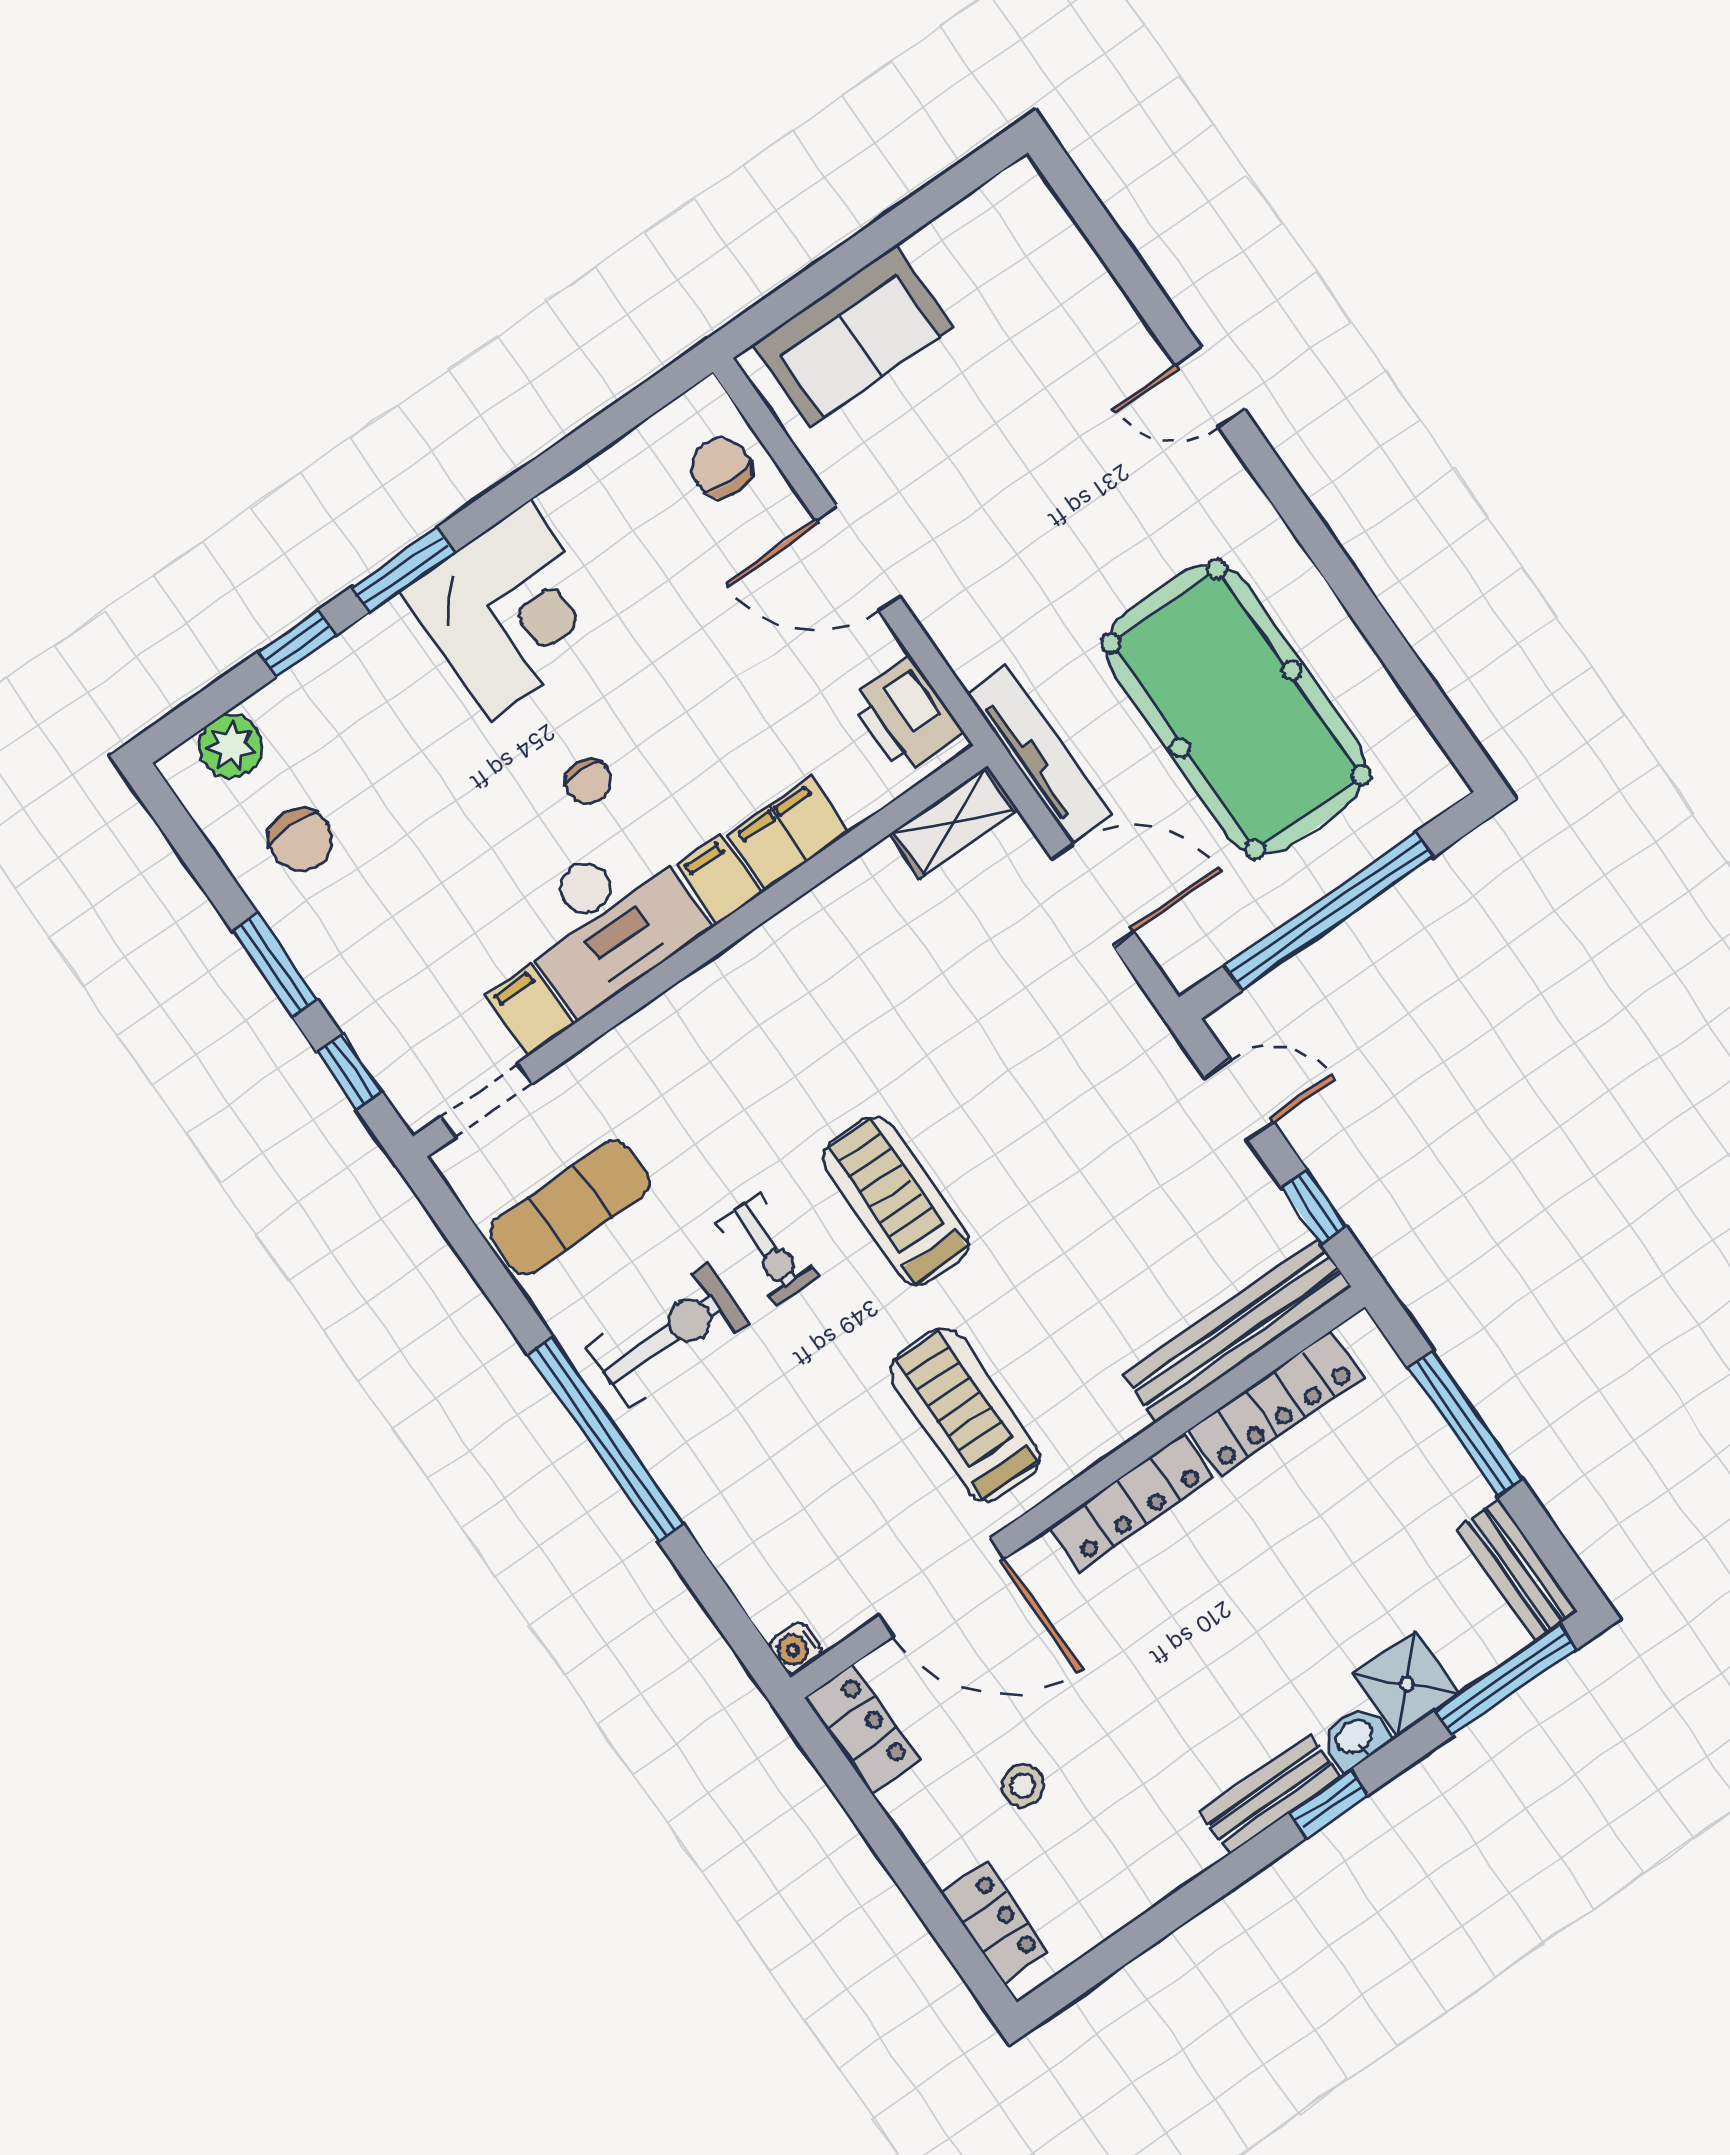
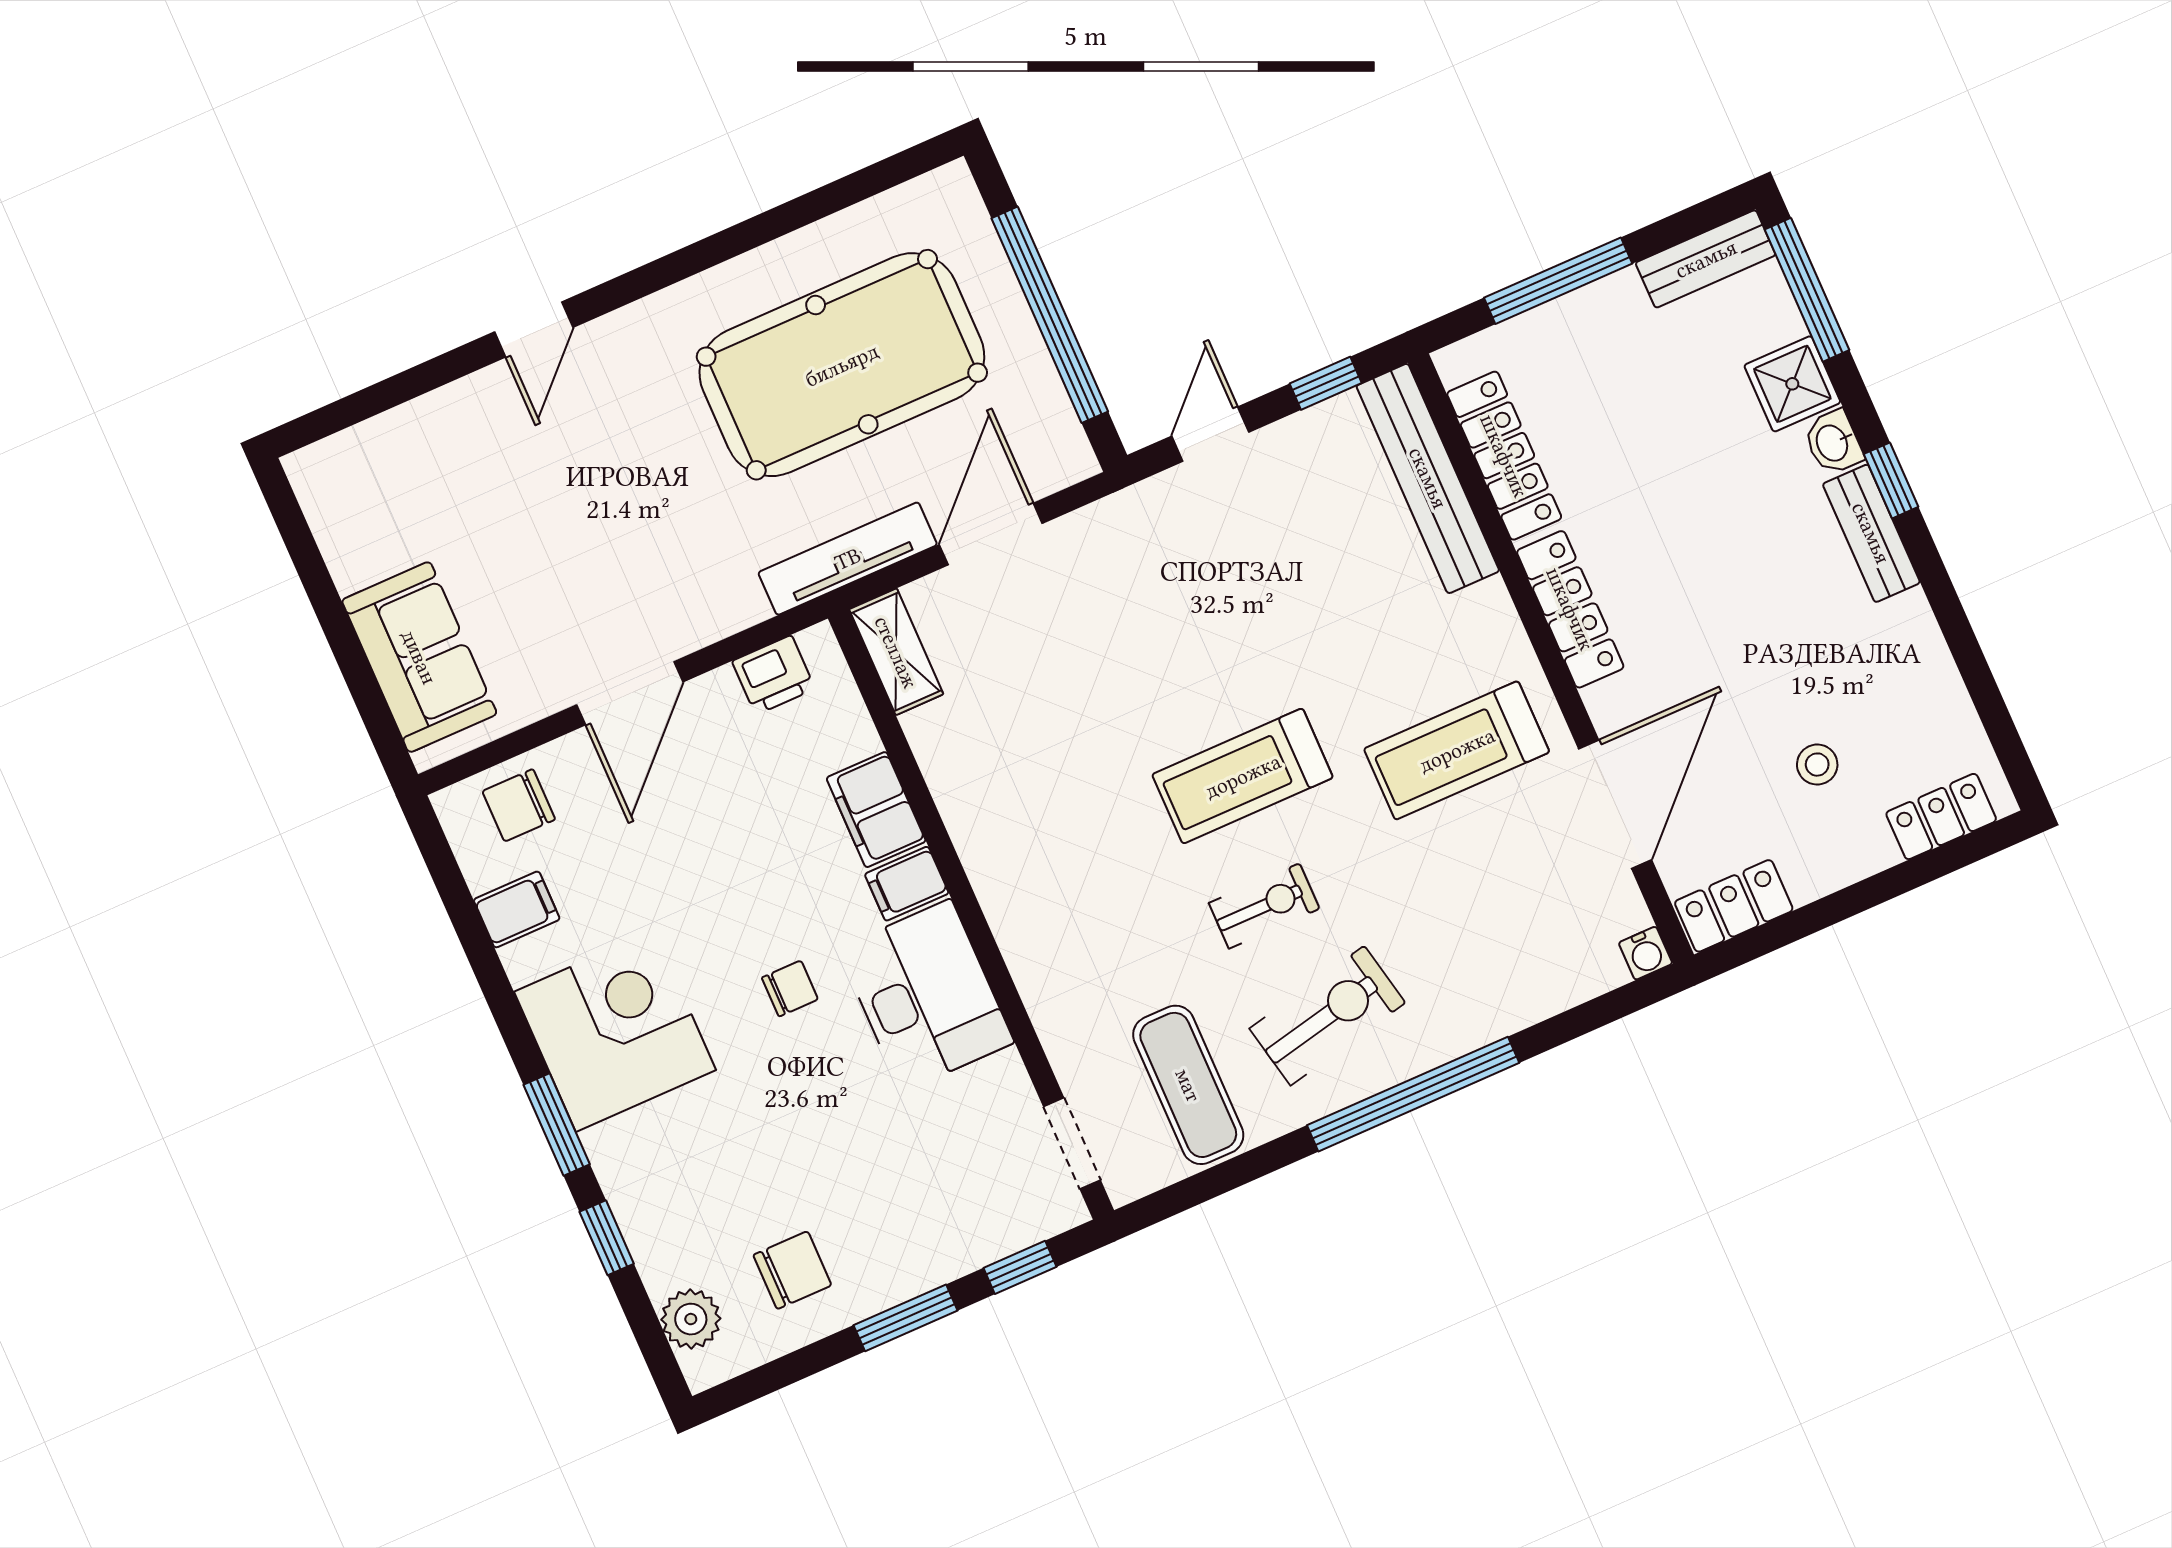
printer: (906, 716) -> (774, 675), width x0.73, depth x0.81
filing cabinet: (530, 1010) -> (517, 909), moved, turned 180
exercise bike: (668, 1336) -> (1327, 1016), turned 78

